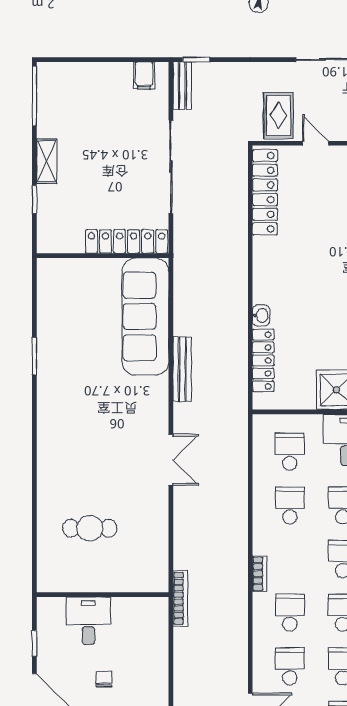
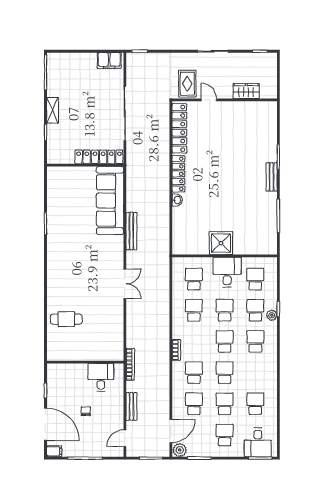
filing cabinet: (144, 76) -> (109, 61), width x2.00
bench: (182, 86) -> (131, 406), moved
locker: (263, 360) -> (178, 174), moved
cafe table: (90, 528) -> (66, 319), moved
desk: (88, 621) -> (101, 377), moved

